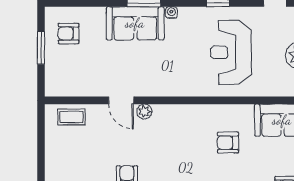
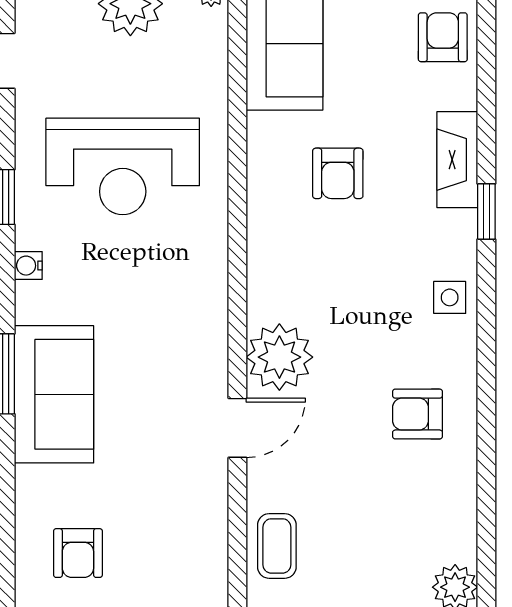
water cooler: (171, 13) -> (28, 266), moved
plant: (144, 112) -> (279, 357), width x1.87, depth x1.87

